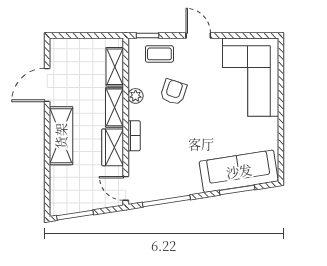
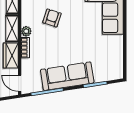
plant: (136, 96) -> (26, 31), moved
sofa: (239, 171) -> (67, 76), moved

